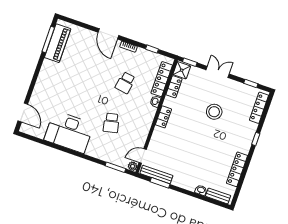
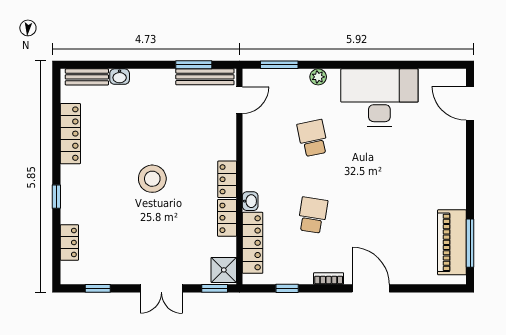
locker: (174, 87) -> (227, 218), moved
locker: (259, 108) -> (69, 243), width x0.66
stool: (214, 112) -> (152, 179), moved
plant: (133, 166) -> (318, 77), moved

